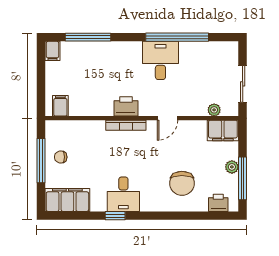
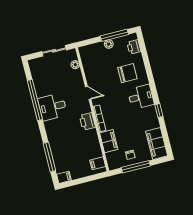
filing cabinet: (223, 131) -> (109, 141), moved
desk: (123, 194) -> (141, 97), moved

